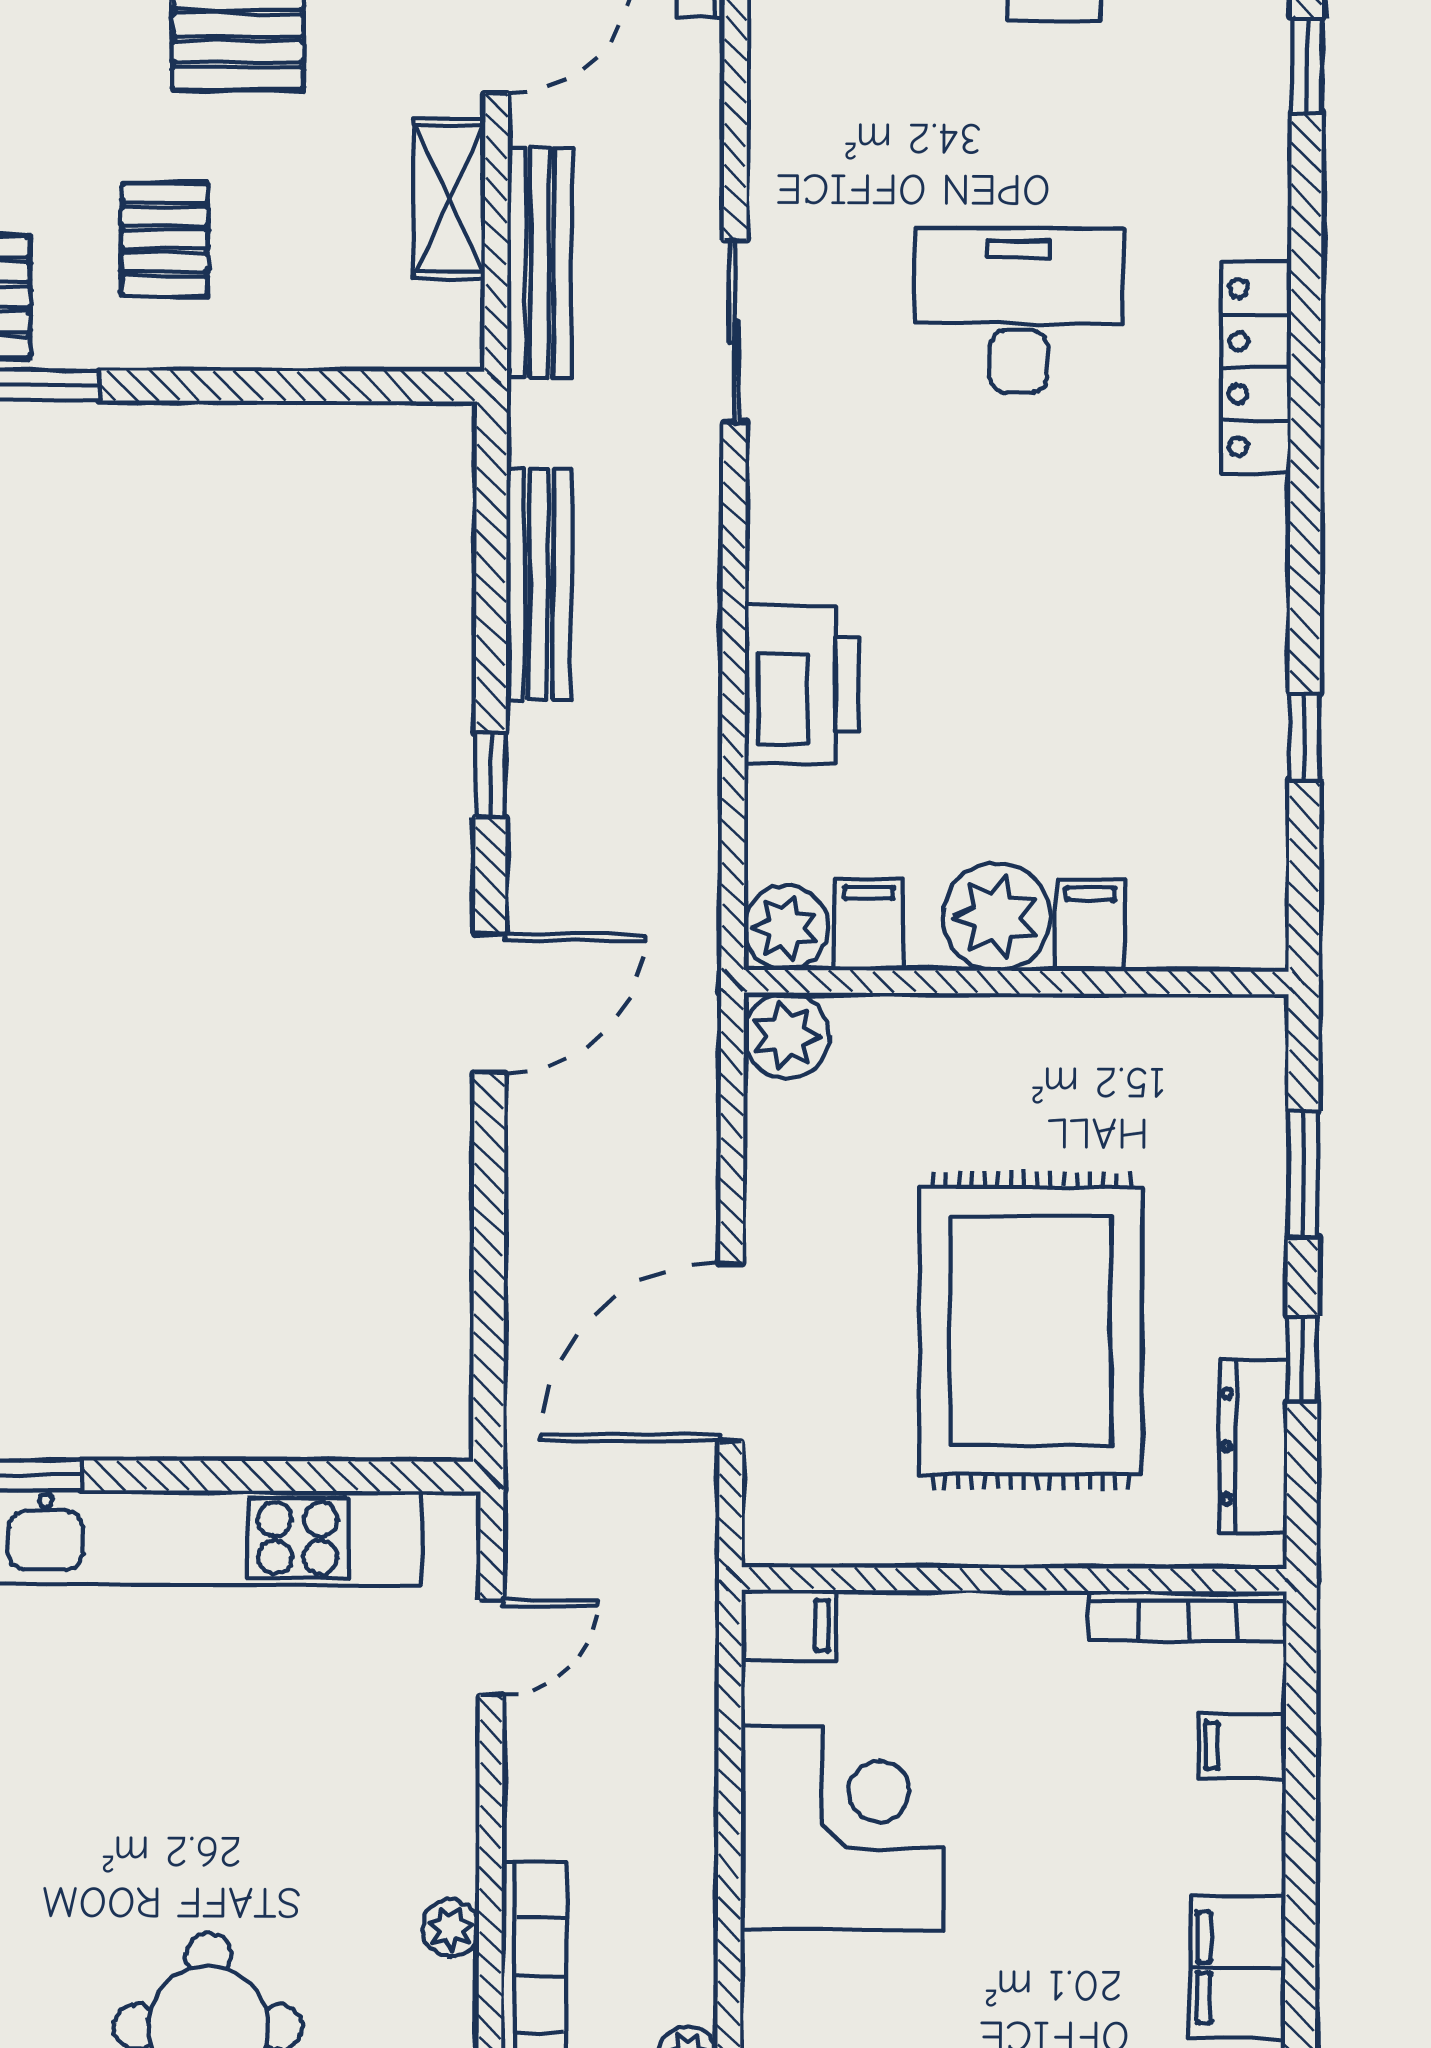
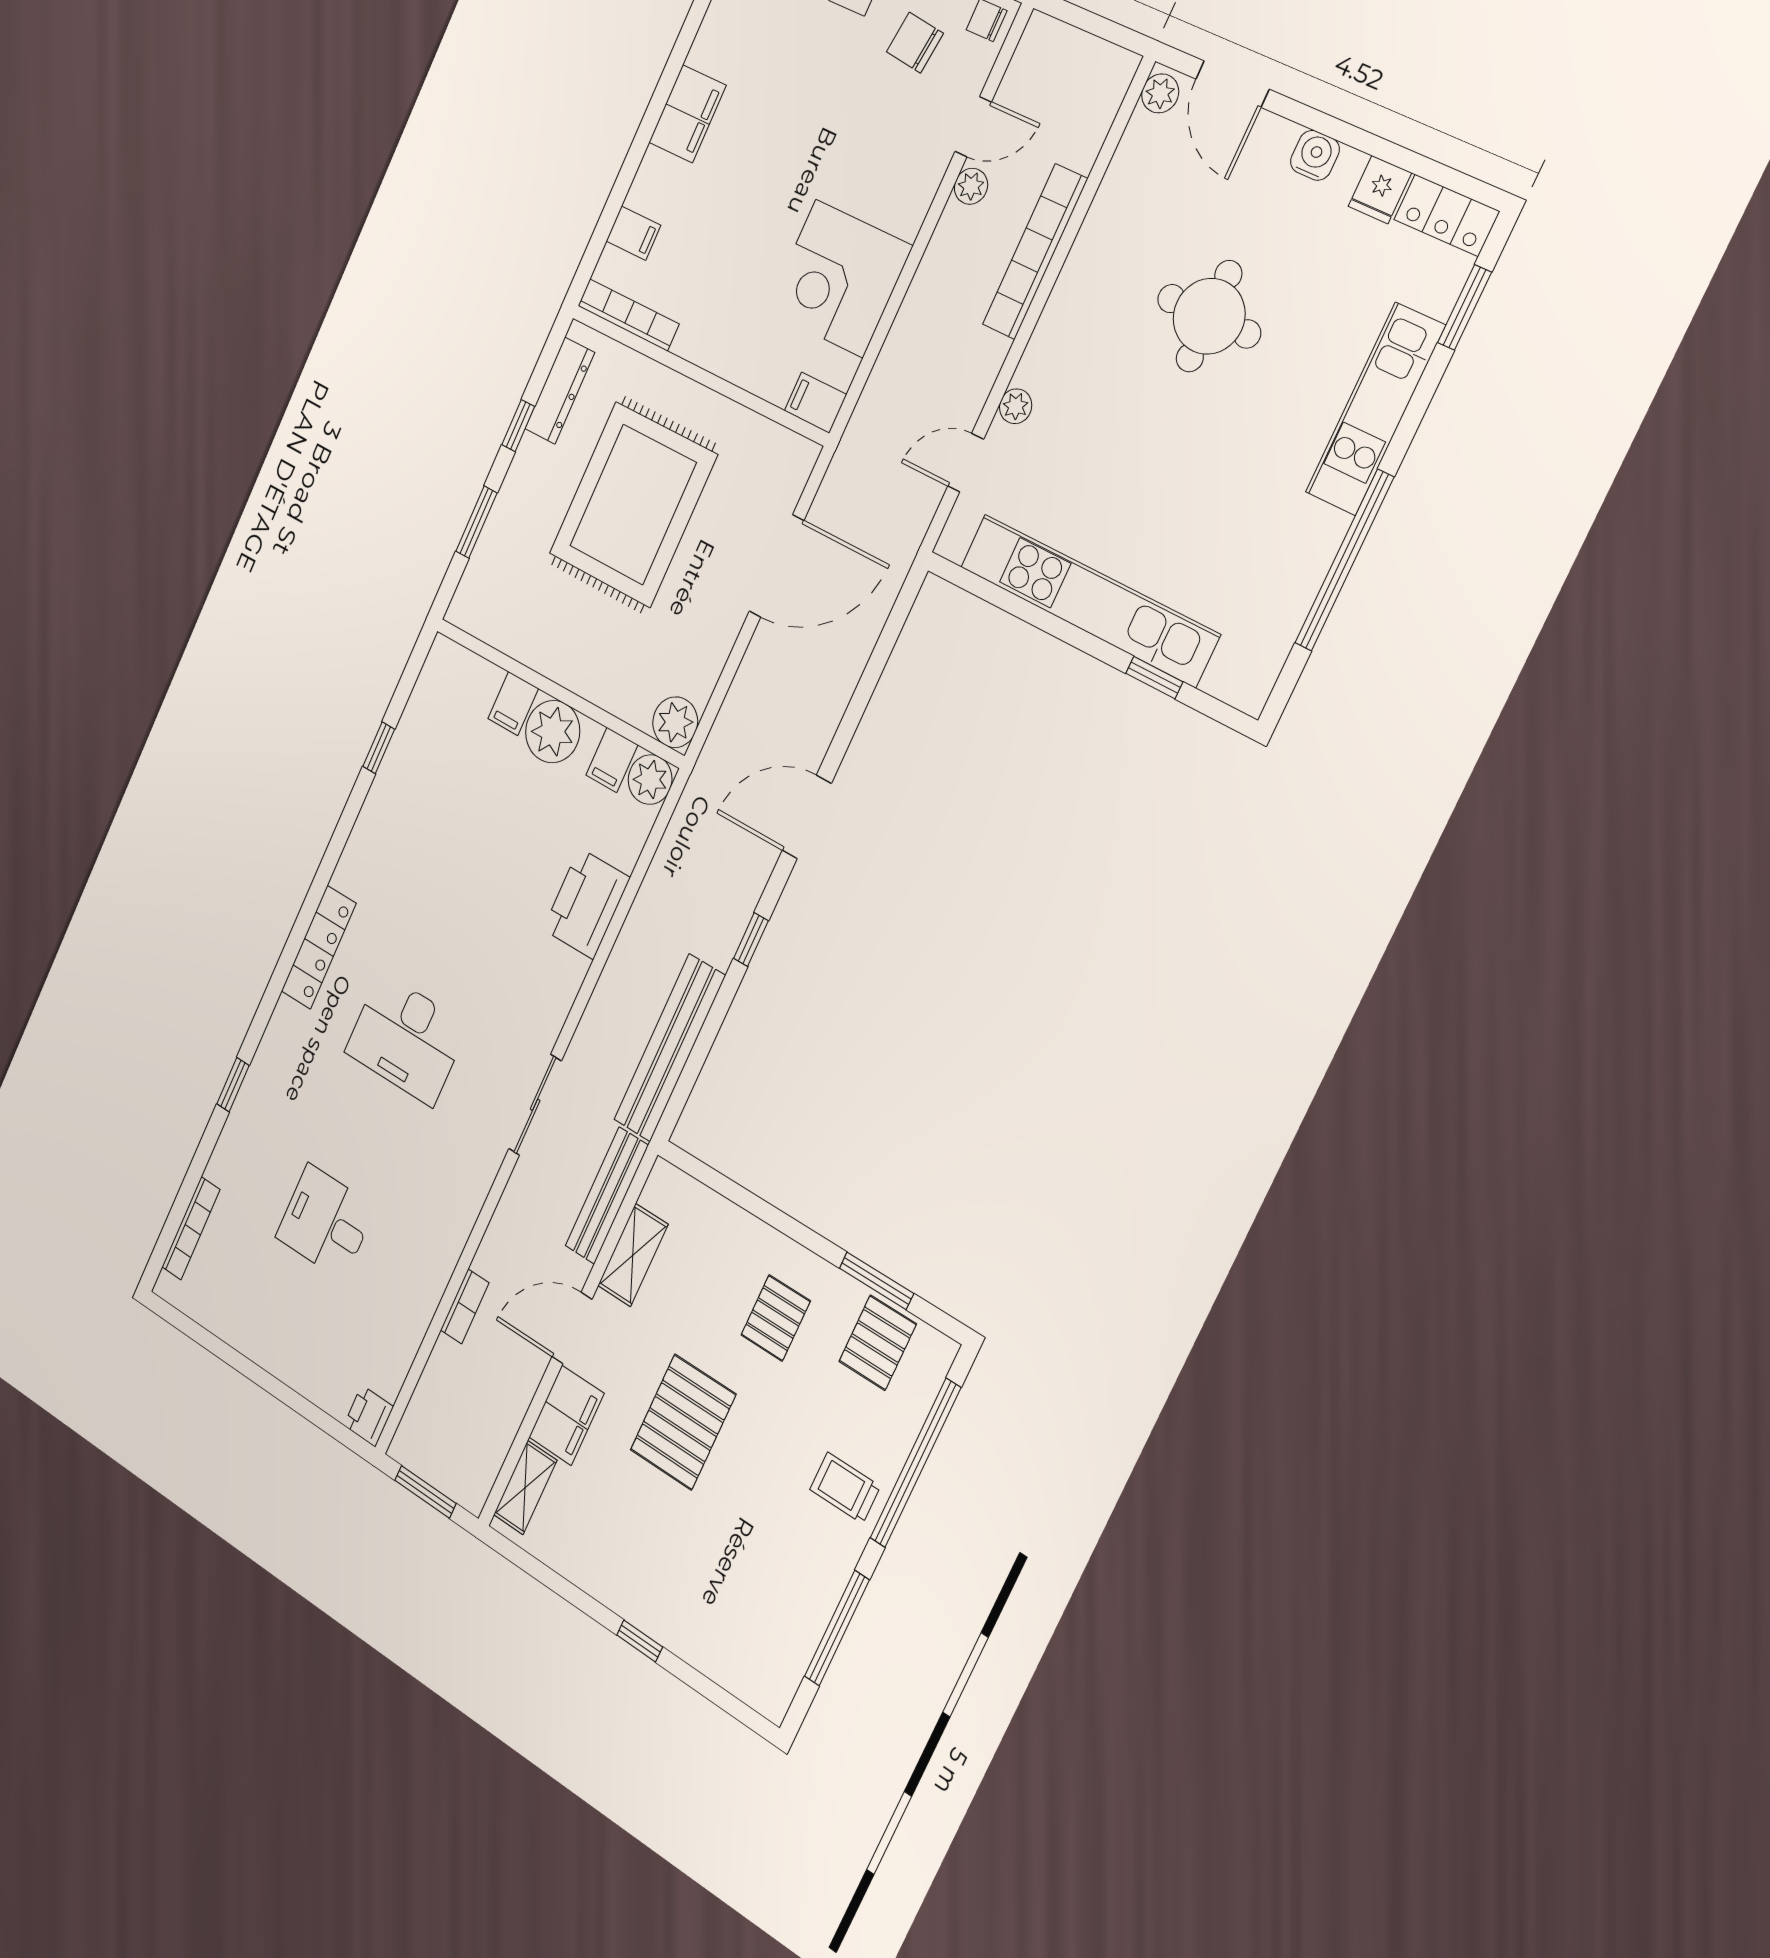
bench: (539, 585) -> (670, 1048), width x1.37, depth x1.21
plant: (451, 1928) -> (1016, 406), moved

